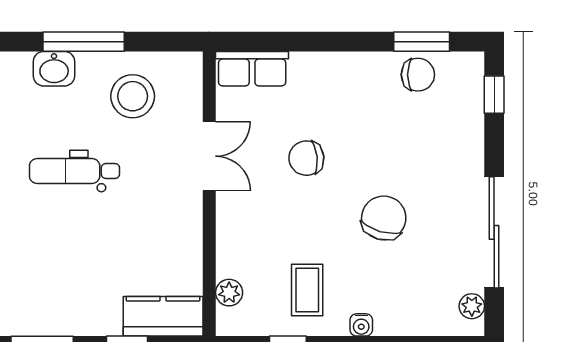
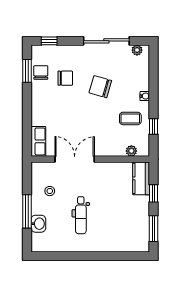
stool: (133, 96) -> (50, 191), width x0.53, depth x0.53
double door: (209, 156) -> (75, 159), width x1.37
chair: (306, 158) -> (65, 78), moved, turned -84

